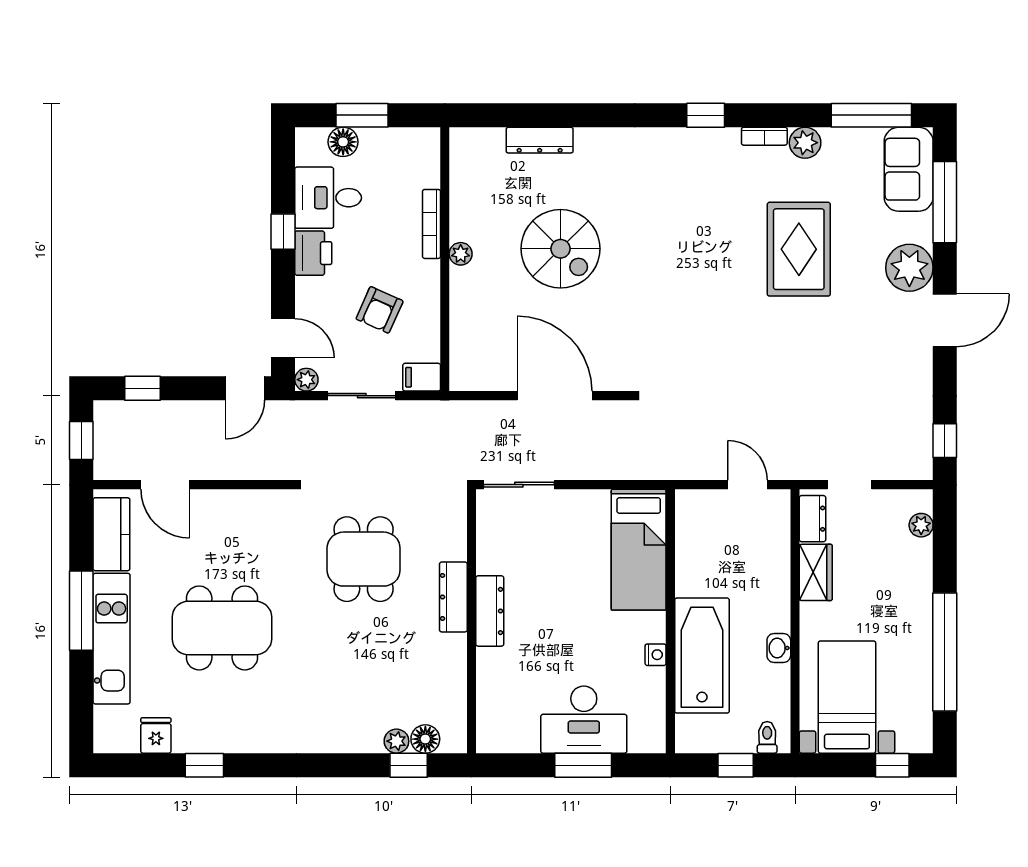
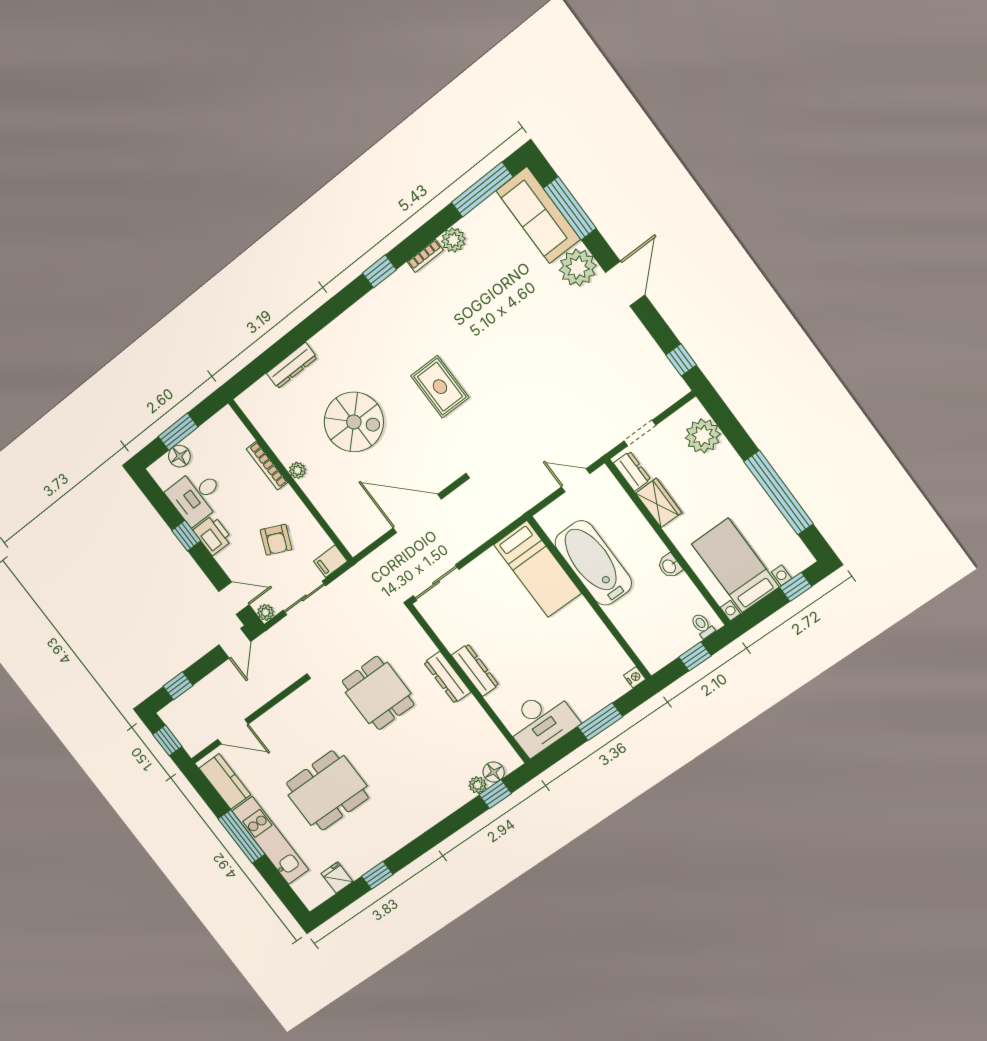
sofa: (909, 169) -> (538, 215), width x1.36
rug: (799, 249) -> (440, 387), moved, width x0.73, depth x0.70
plant: (921, 525) -> (703, 436), width x1.88, depth x1.88
nightstand: (656, 655) -> (635, 677), moved
bathtub: (702, 656) -> (593, 563), moved
desk: (584, 720) -> (541, 722), moved

